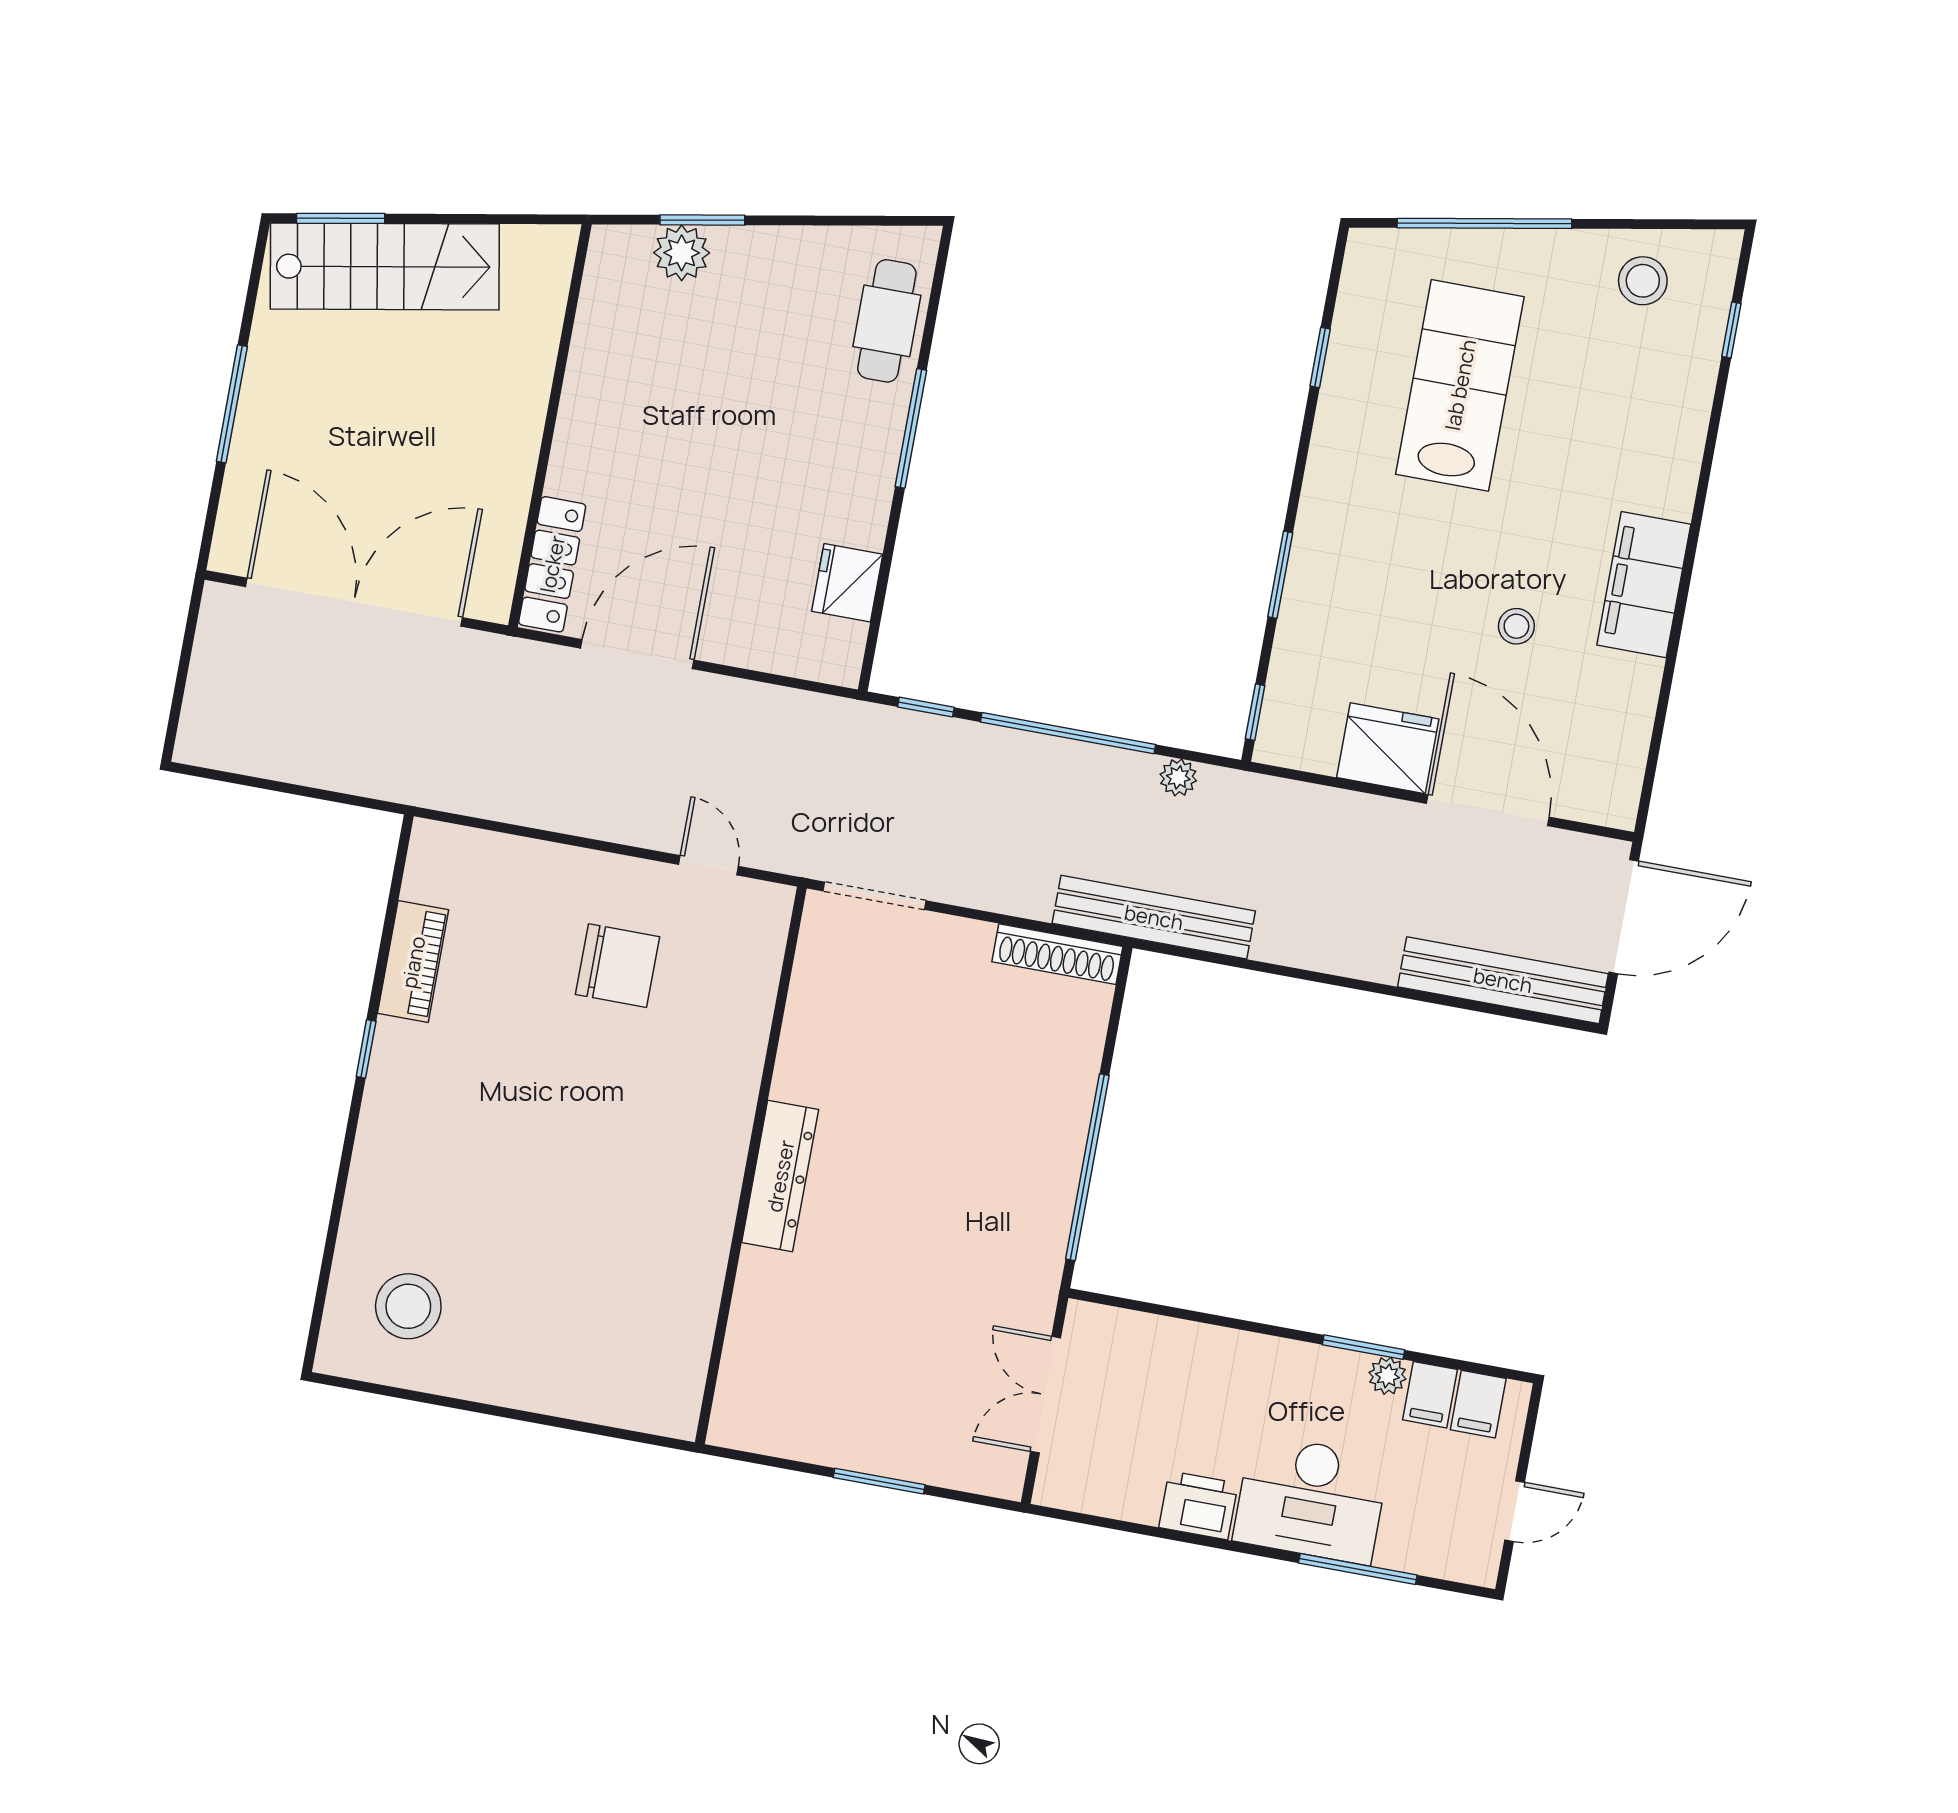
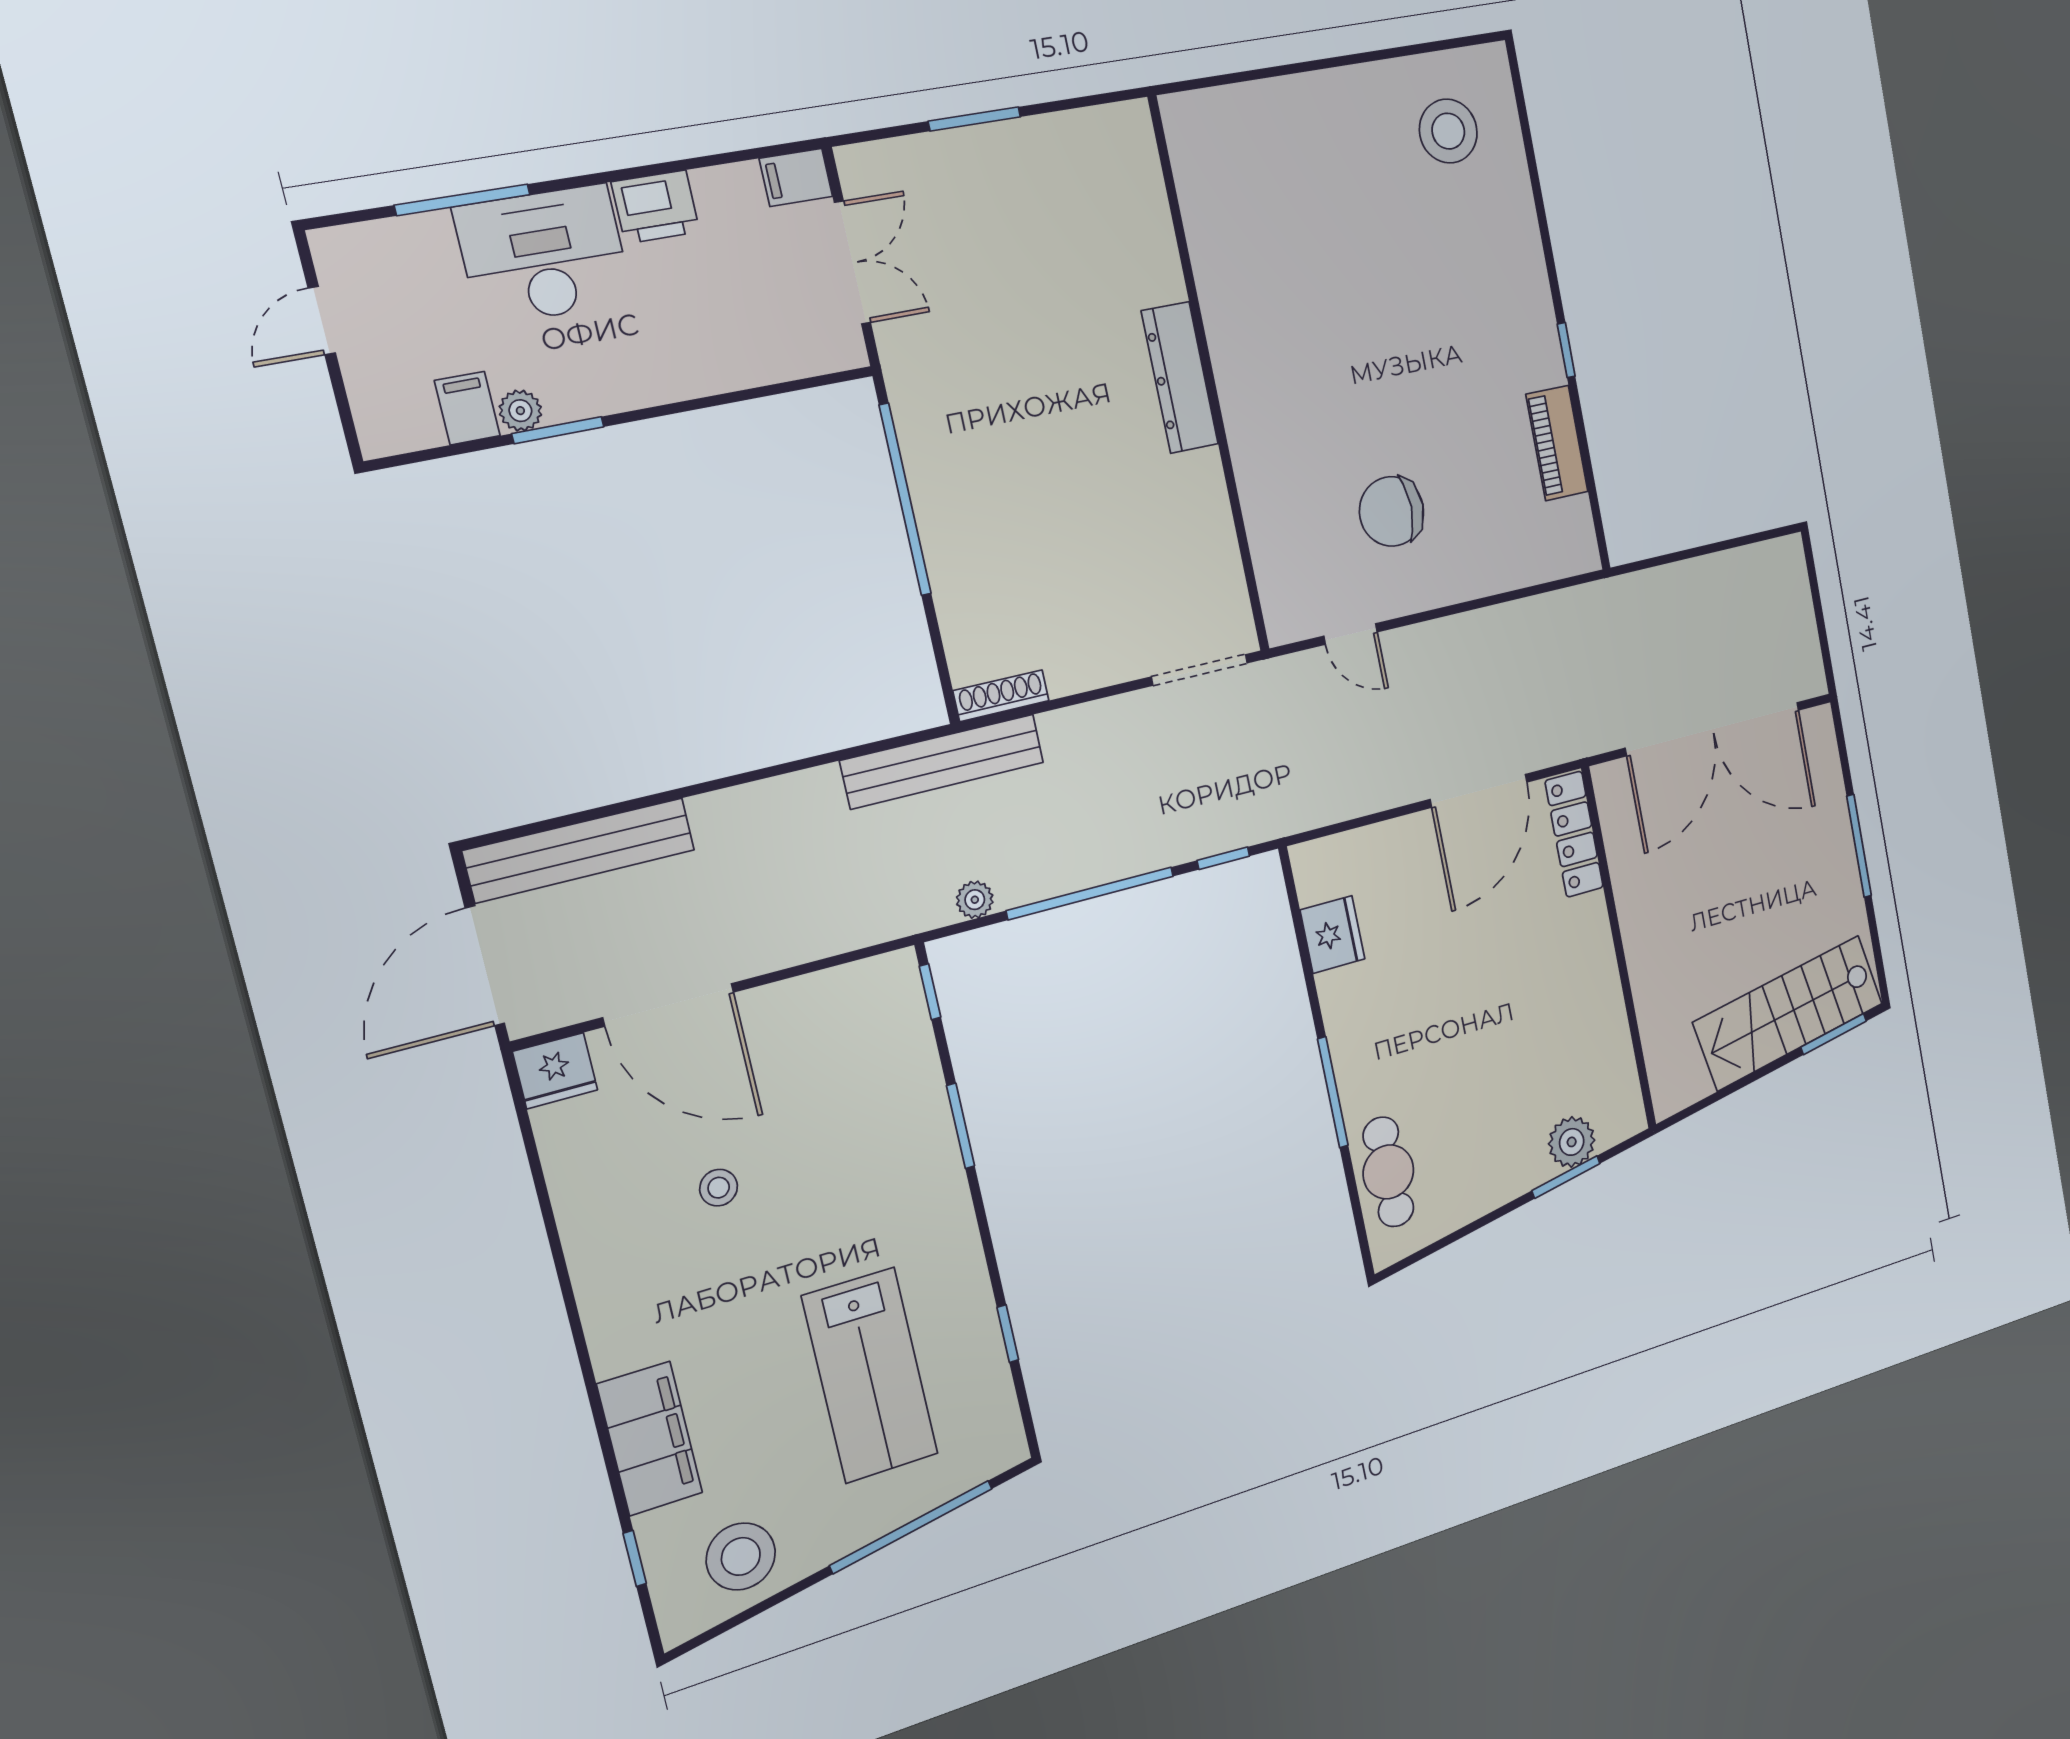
stool: (1643, 281) -> (741, 1556), width x1.38, depth x1.38
filing cabinet: (1644, 585) -> (650, 1439), moved
fridge: (1388, 748) -> (555, 1071), moved, width x0.73, depth x0.75
shoe rack: (1057, 954) -> (1001, 696), width x0.74, depth x0.81
filing cabinet: (1478, 1404) -> (796, 177), moved, turned -90

